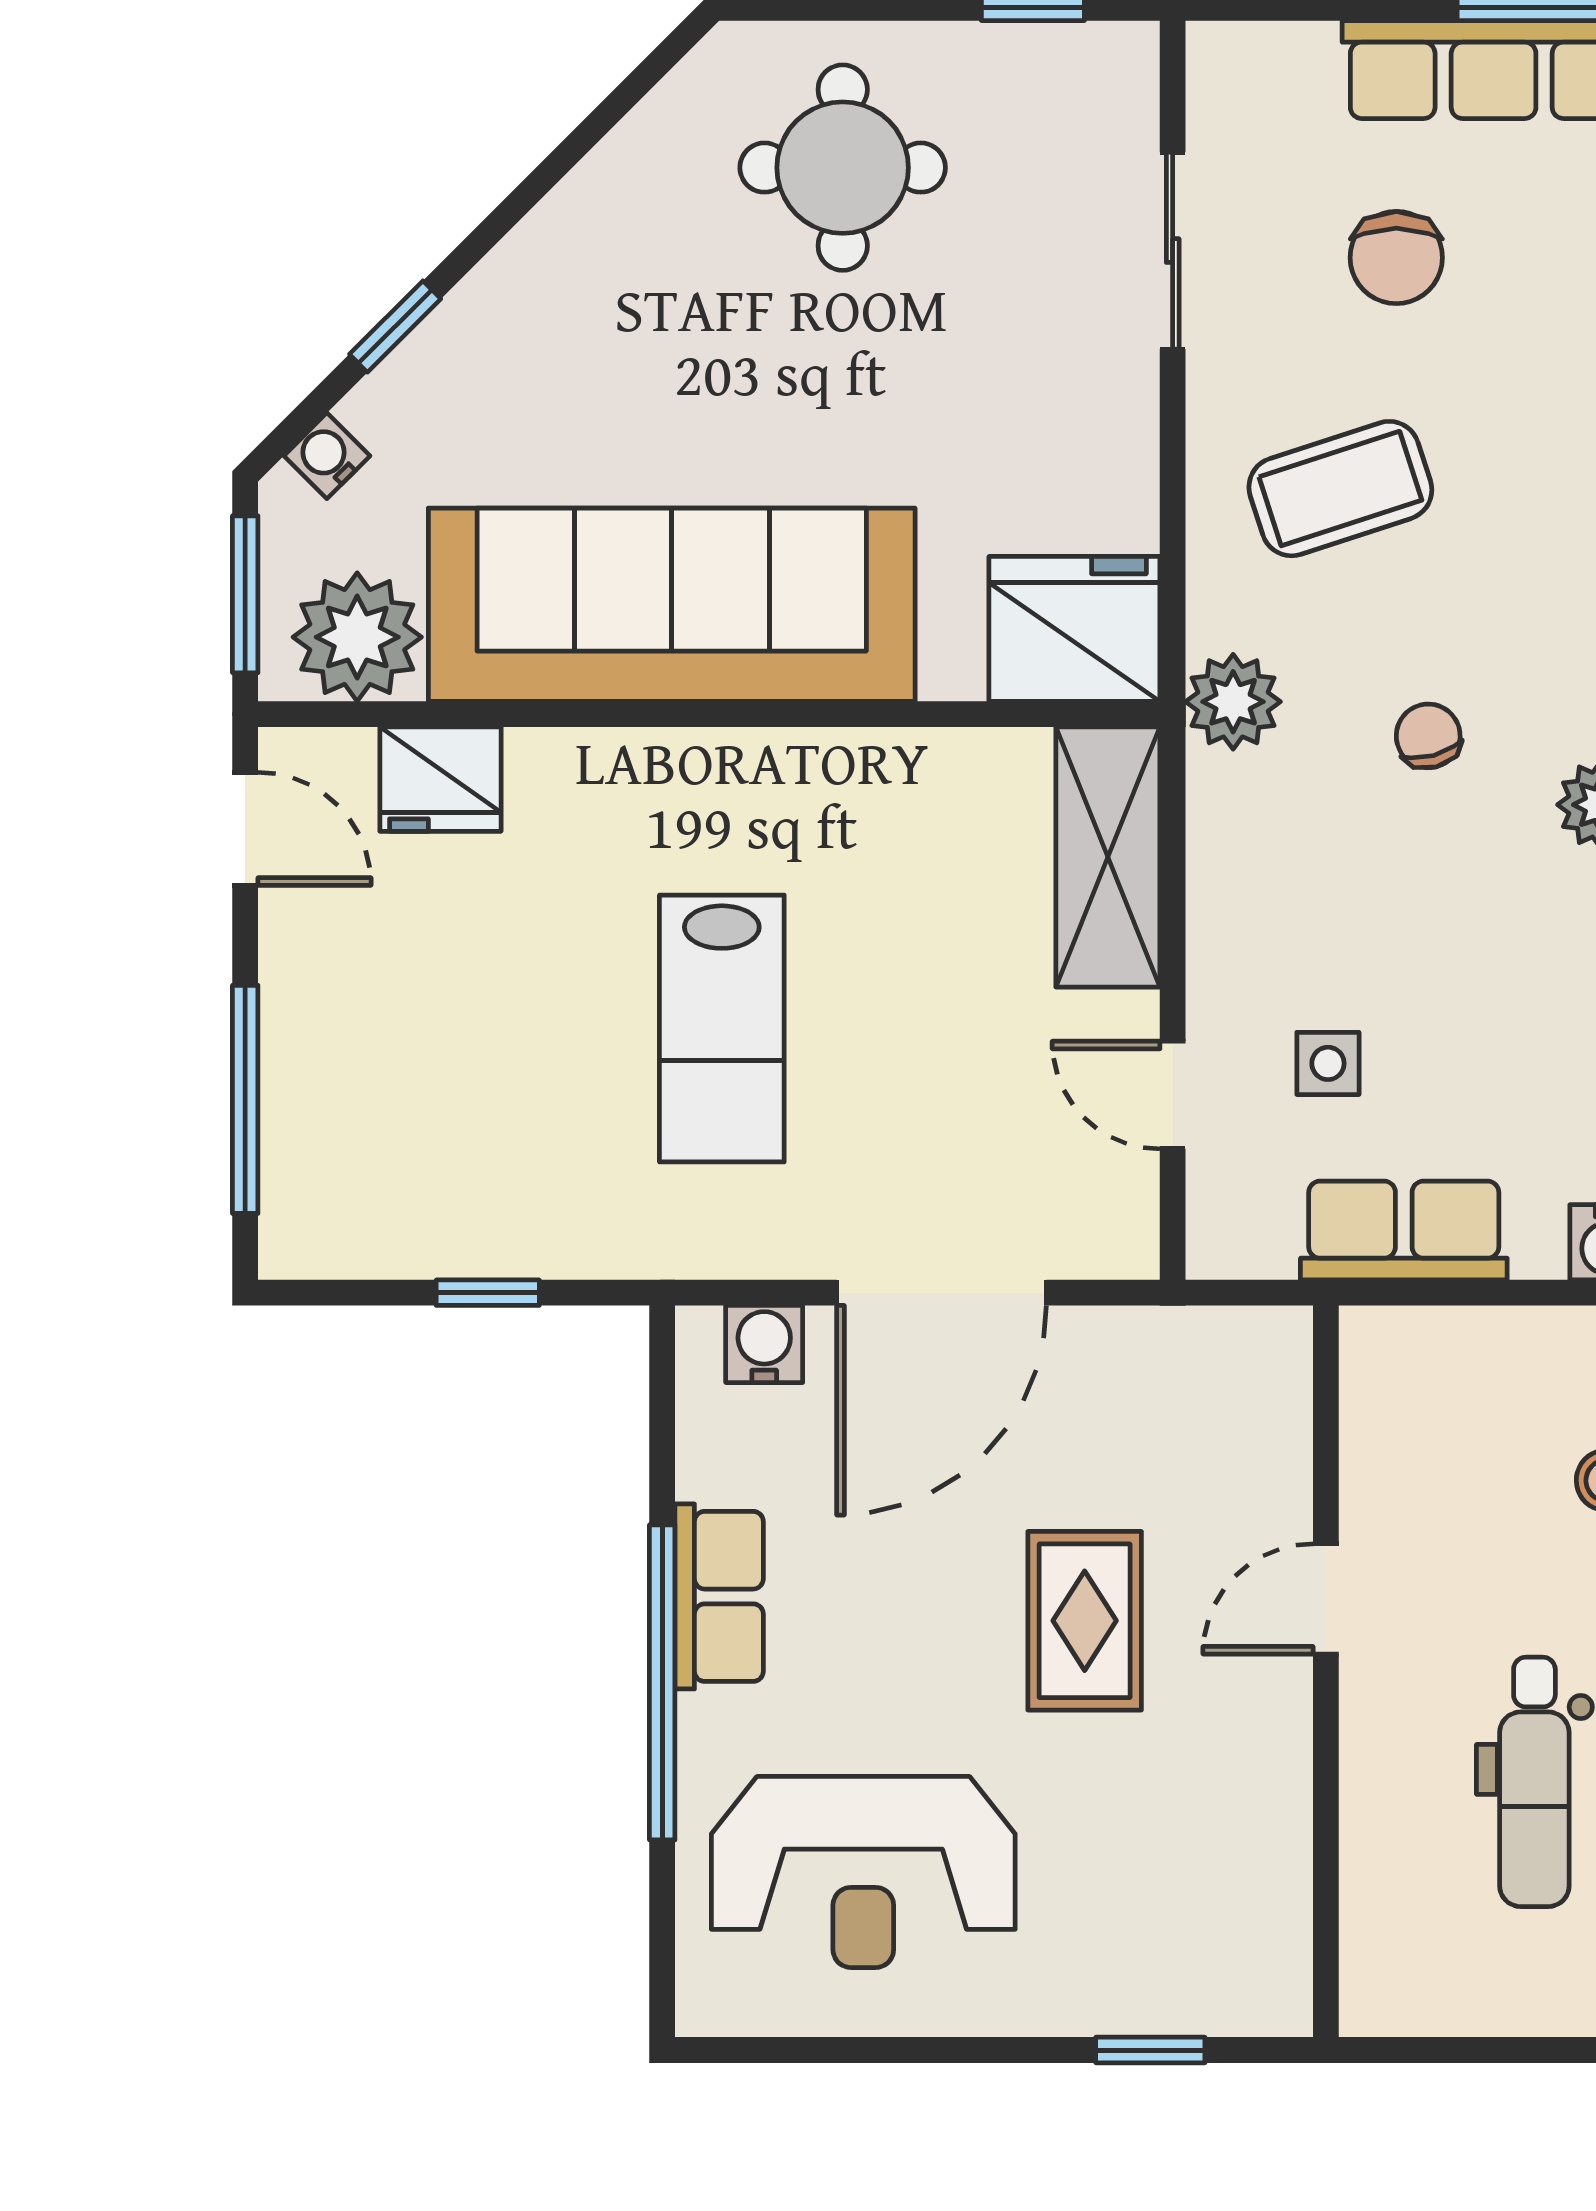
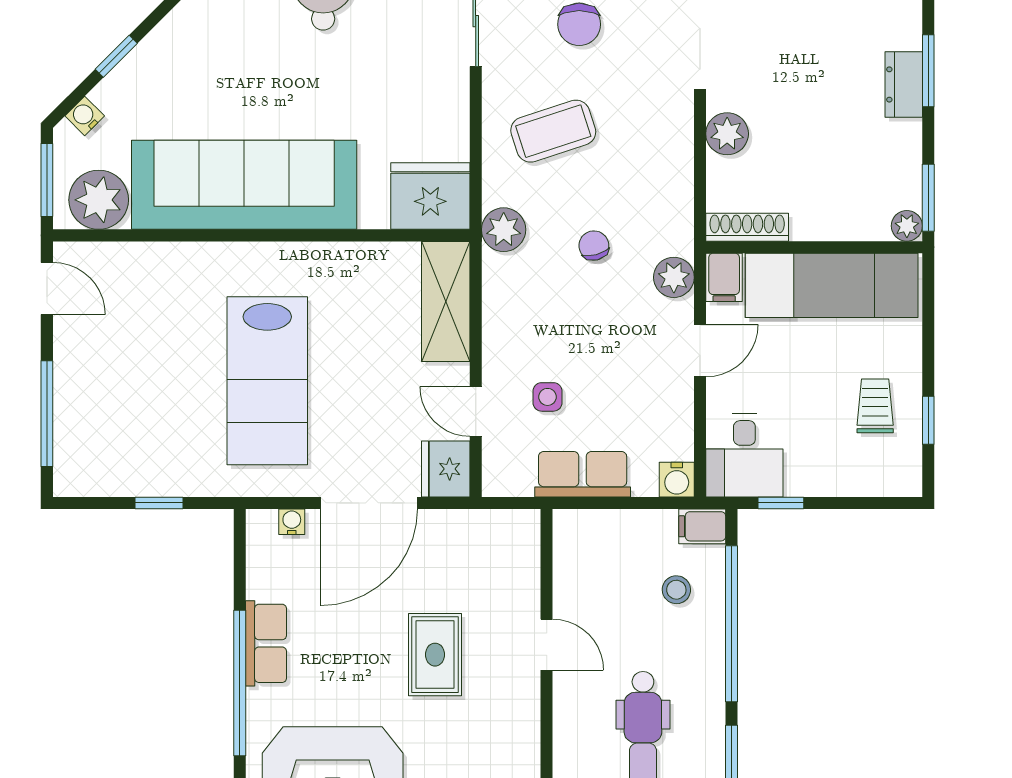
fridge: (440, 779) -> (446, 469), moved, turned 90
lab bench: (722, 1029) -> (267, 381), width x1.36, depth x1.39
water cooler: (764, 1344) -> (292, 522), width x0.72, depth x0.72
door: (1326, 1599) -> (547, 645), swing flipped

